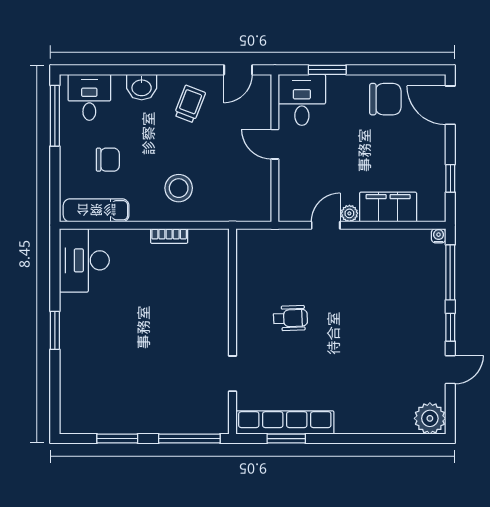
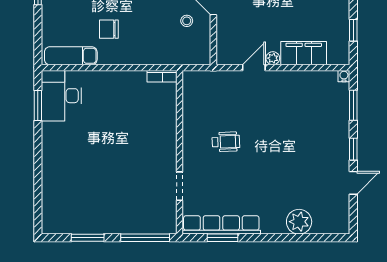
chair: (108, 160) -> (109, 29), moved, turned 180
stool: (179, 188) -> (187, 21), moved, width x0.53, depth x0.53
bookcase: (169, 236) -> (162, 76), moved
window: (450, 272) -> (353, 105), width x0.69
window: (55, 330) -> (38, 105), moved
plant: (430, 418) -> (299, 222), moved

